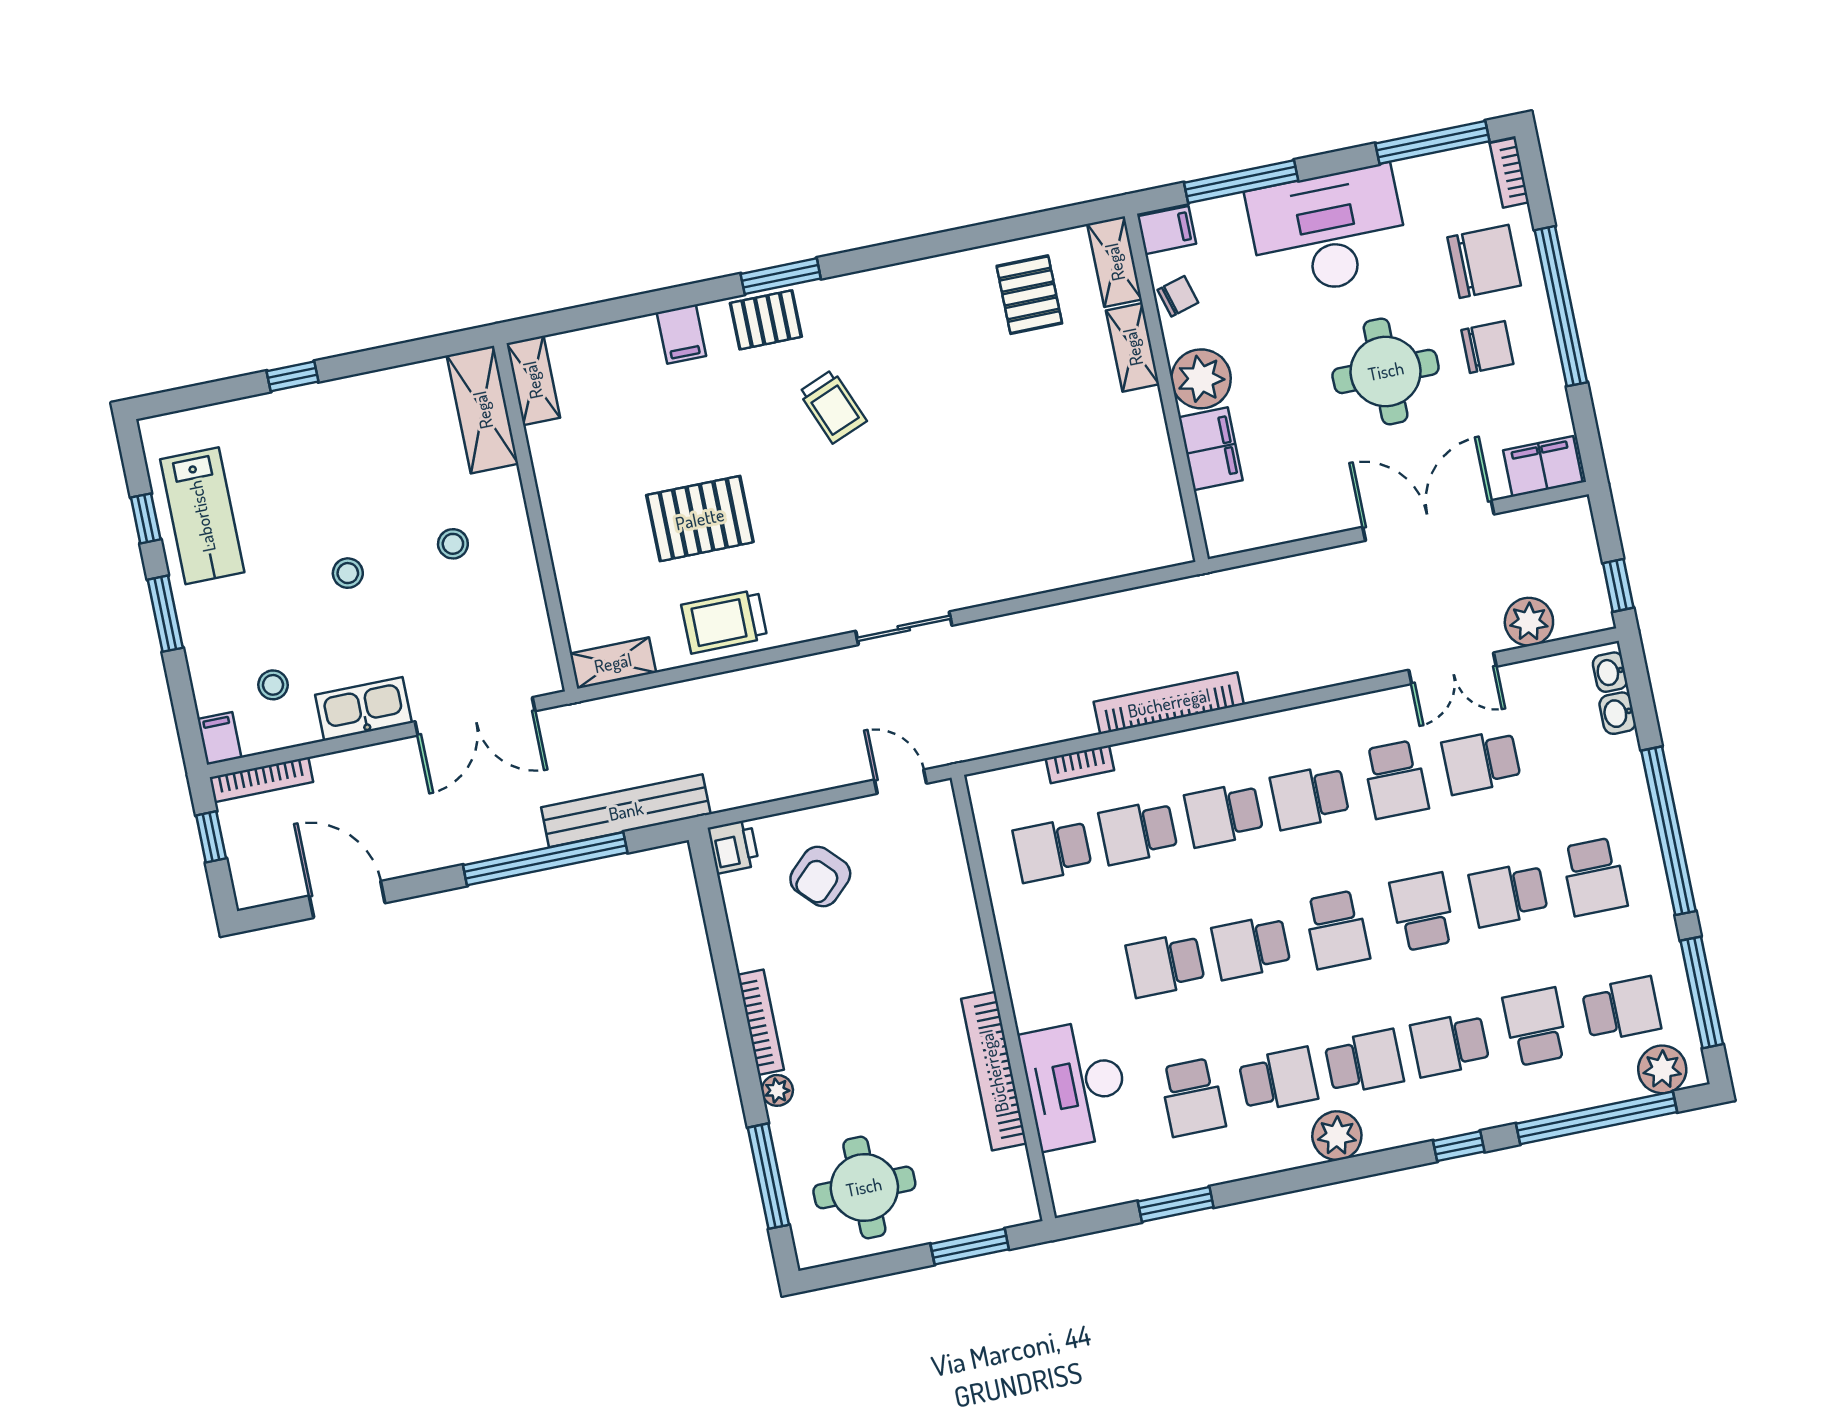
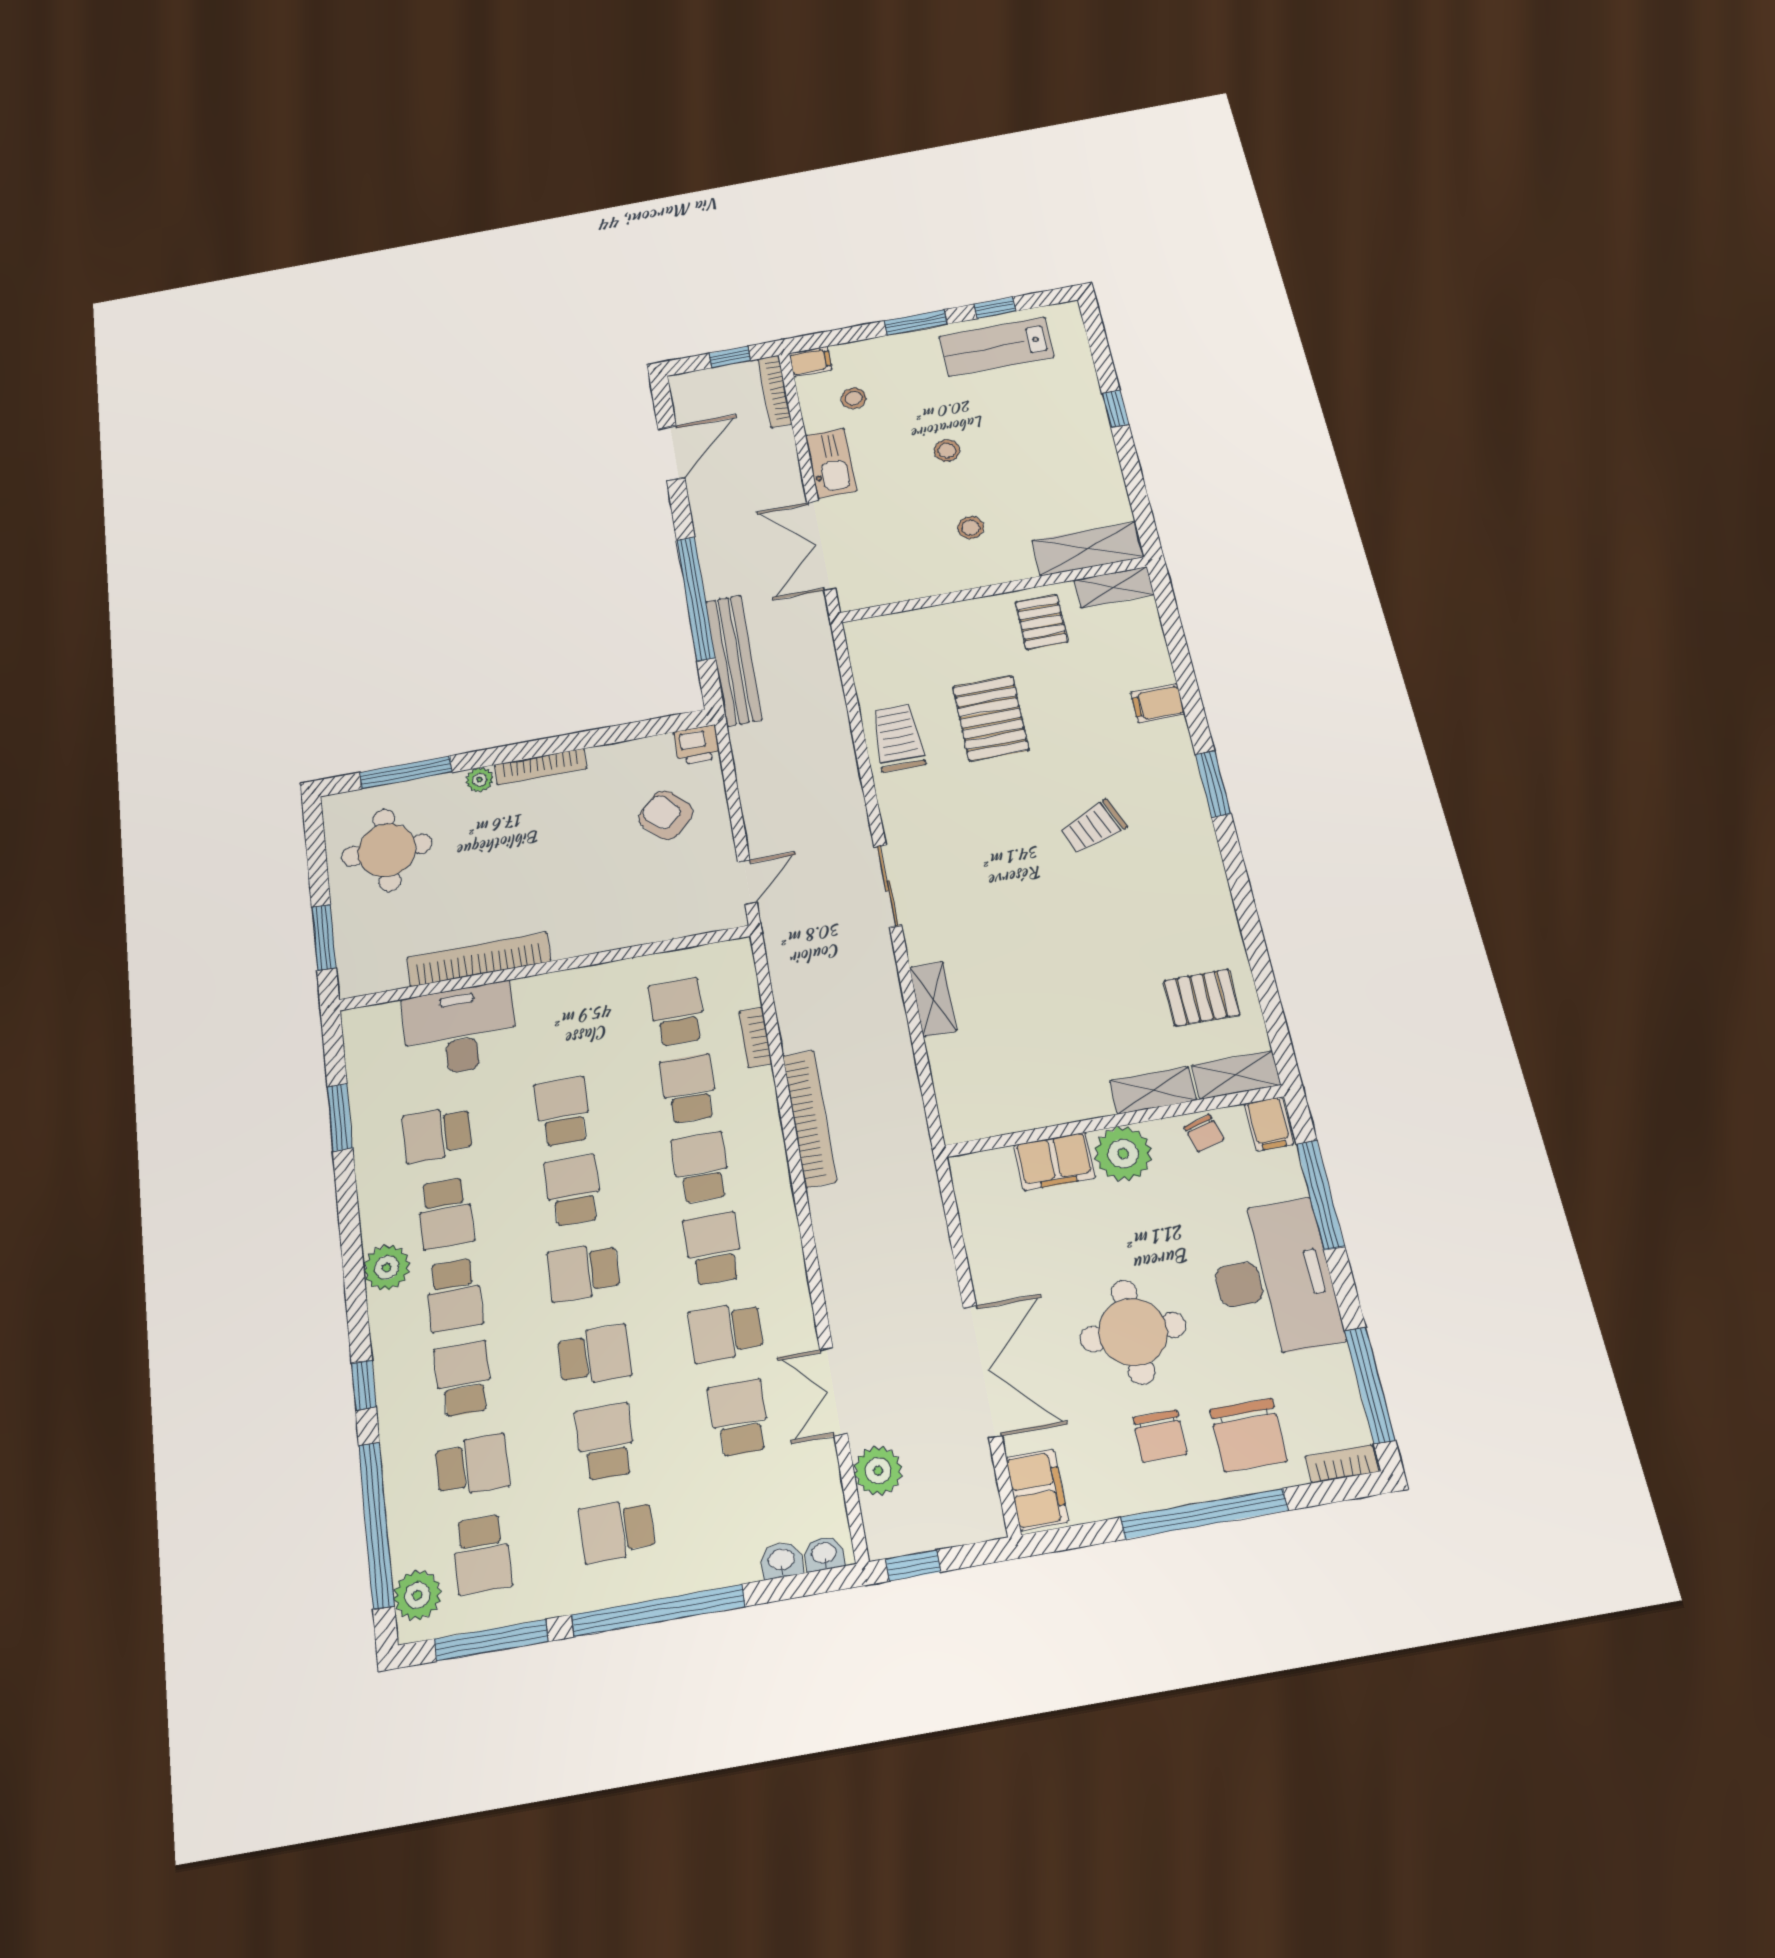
pallet: (766, 320) -> (1042, 622), moved
shelving: (613, 663) -> (933, 999), moved

